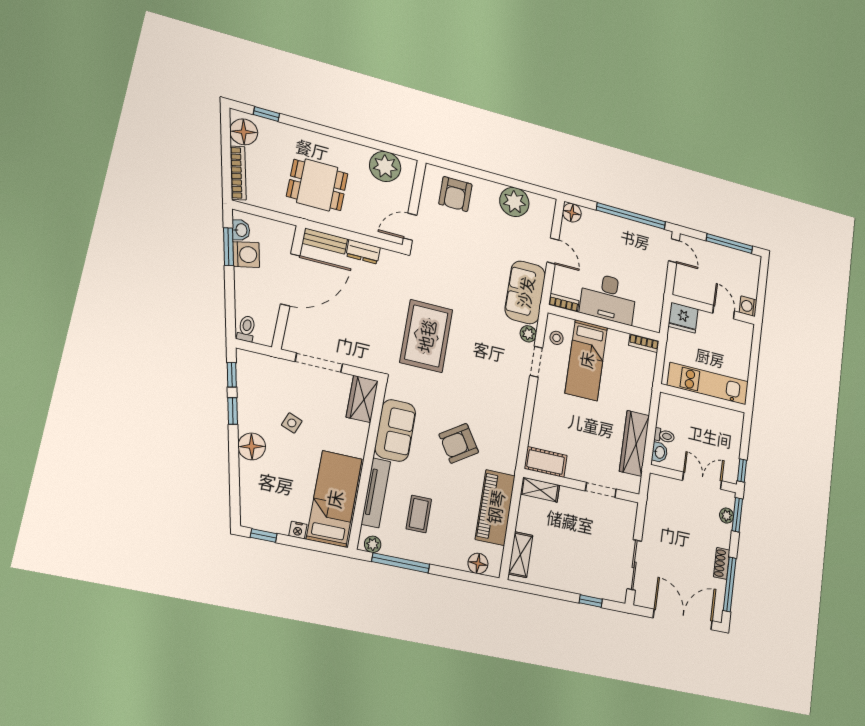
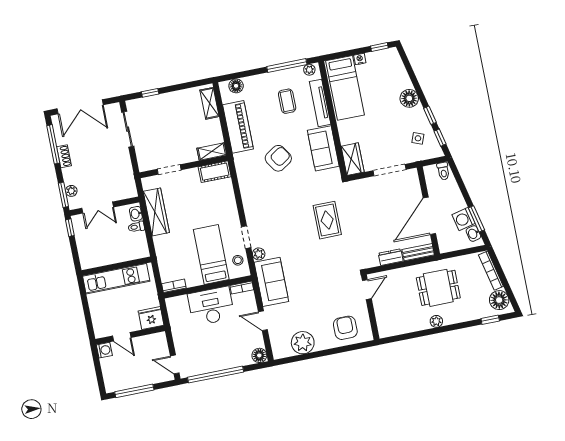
plant: (385, 166) -> (436, 321), moved, width x0.53, depth x0.53
rug: (426, 336) -> (327, 220), width x0.73, depth x0.70
side table: (292, 423) -> (418, 138), moved

